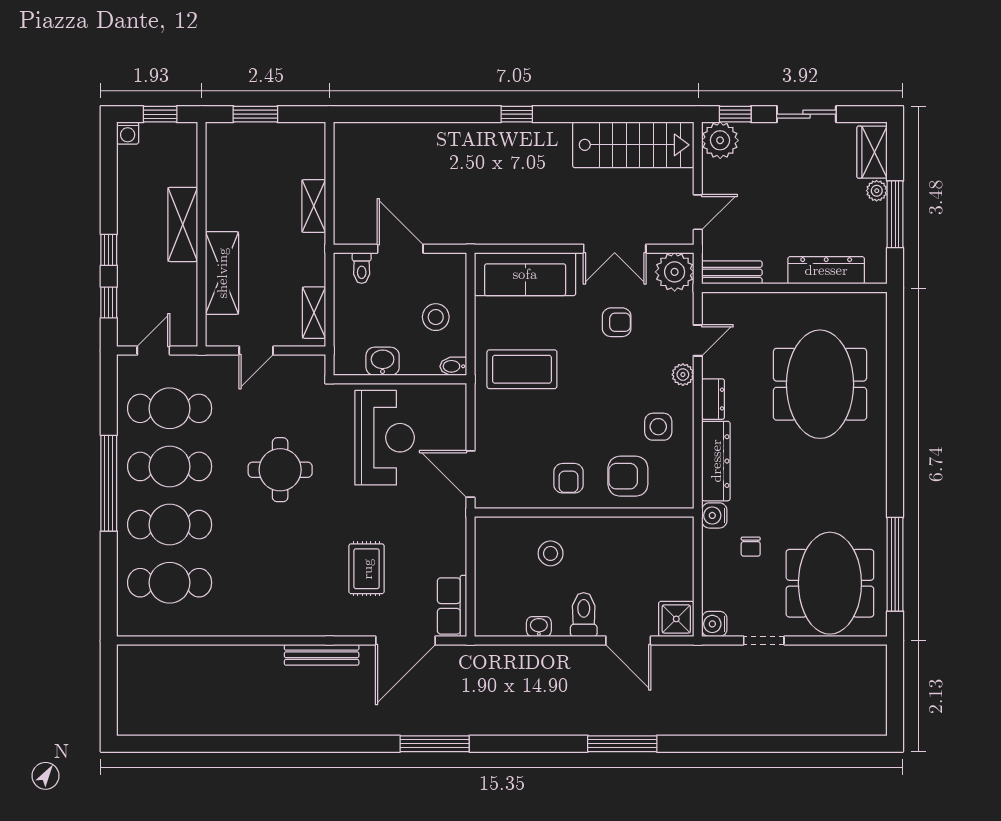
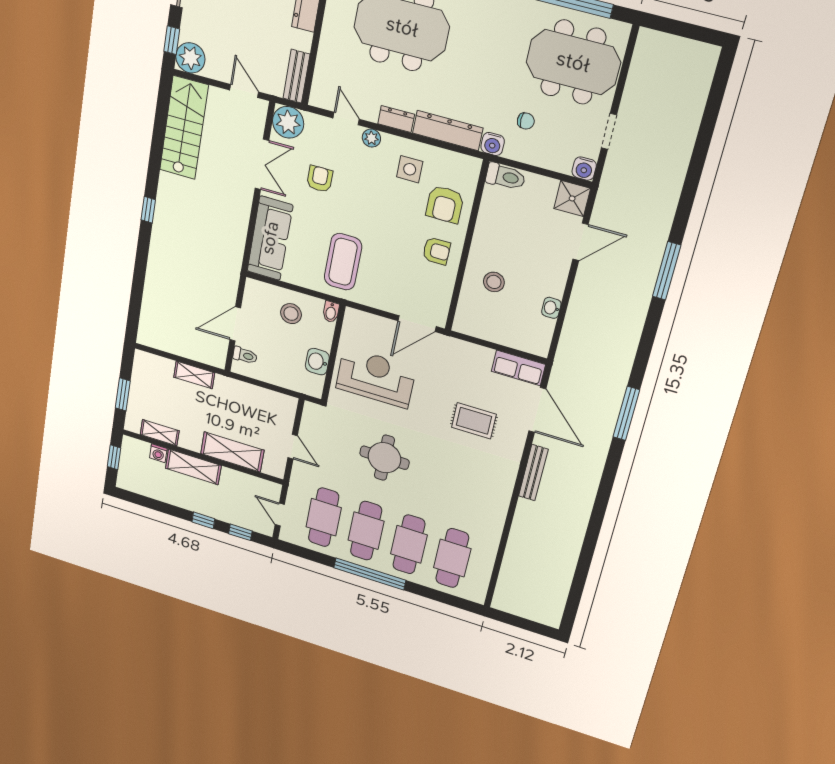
washing machine: (128, 133) -> (158, 453), moved, turned 90
shelving: (314, 313) -> (160, 433), moved
toilet: (584, 615) -> (505, 177), moved, turned 180

